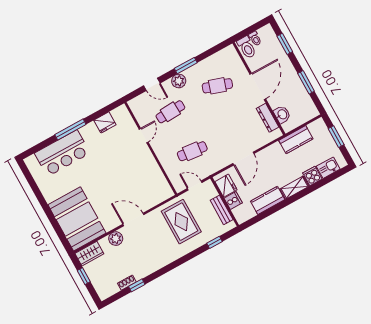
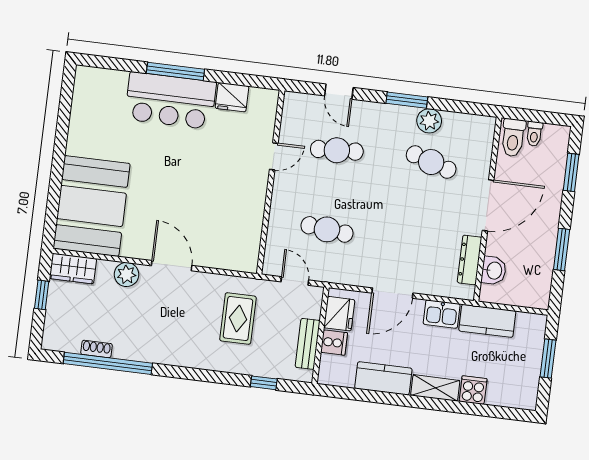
plant: (179, 81) -> (429, 121), moved
bar counter: (62, 153) -> (170, 101), moved
kitchen sink: (328, 168) -> (442, 314), moved, turned 180
rug: (181, 222) -> (238, 319), width x0.73, depth x0.70
window: (137, 285) -> (108, 363), width x3.17

